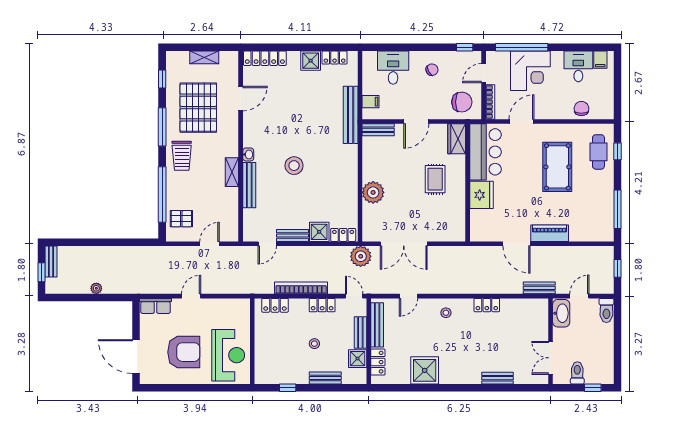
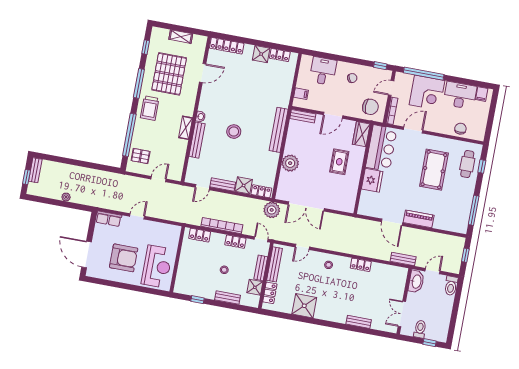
desk: (578, 66) -> (460, 95), width x1.37
bench: (351, 115) -> (279, 130), moved

